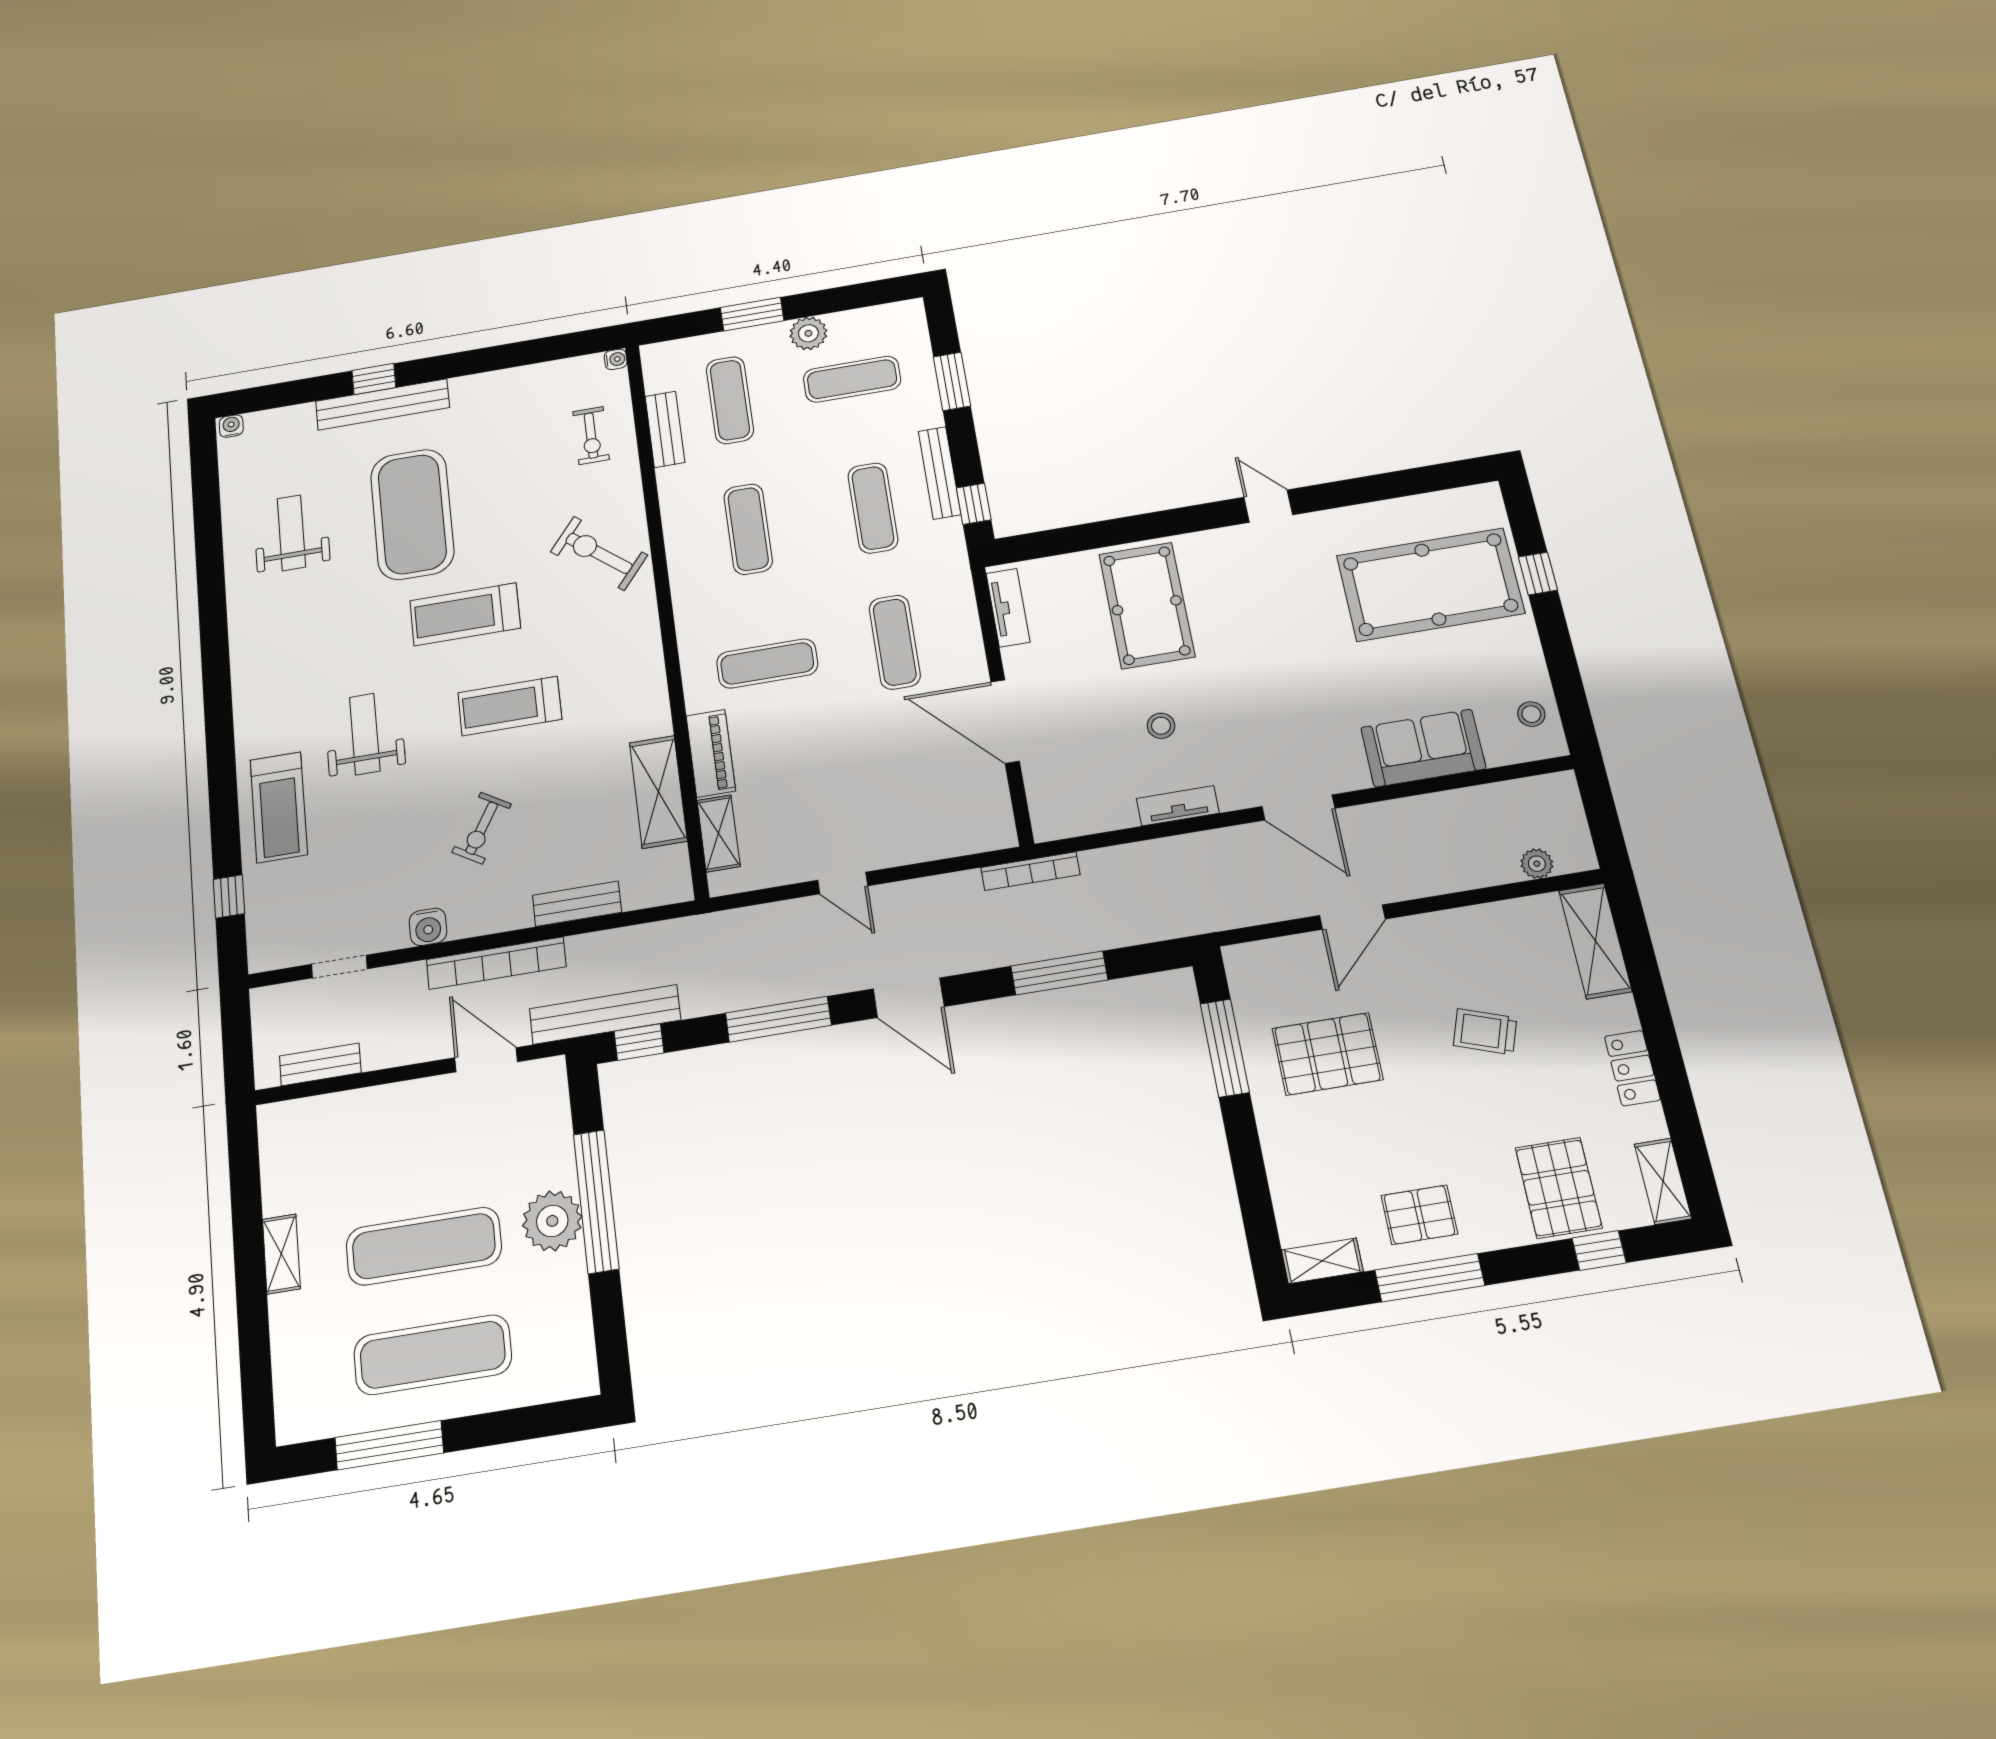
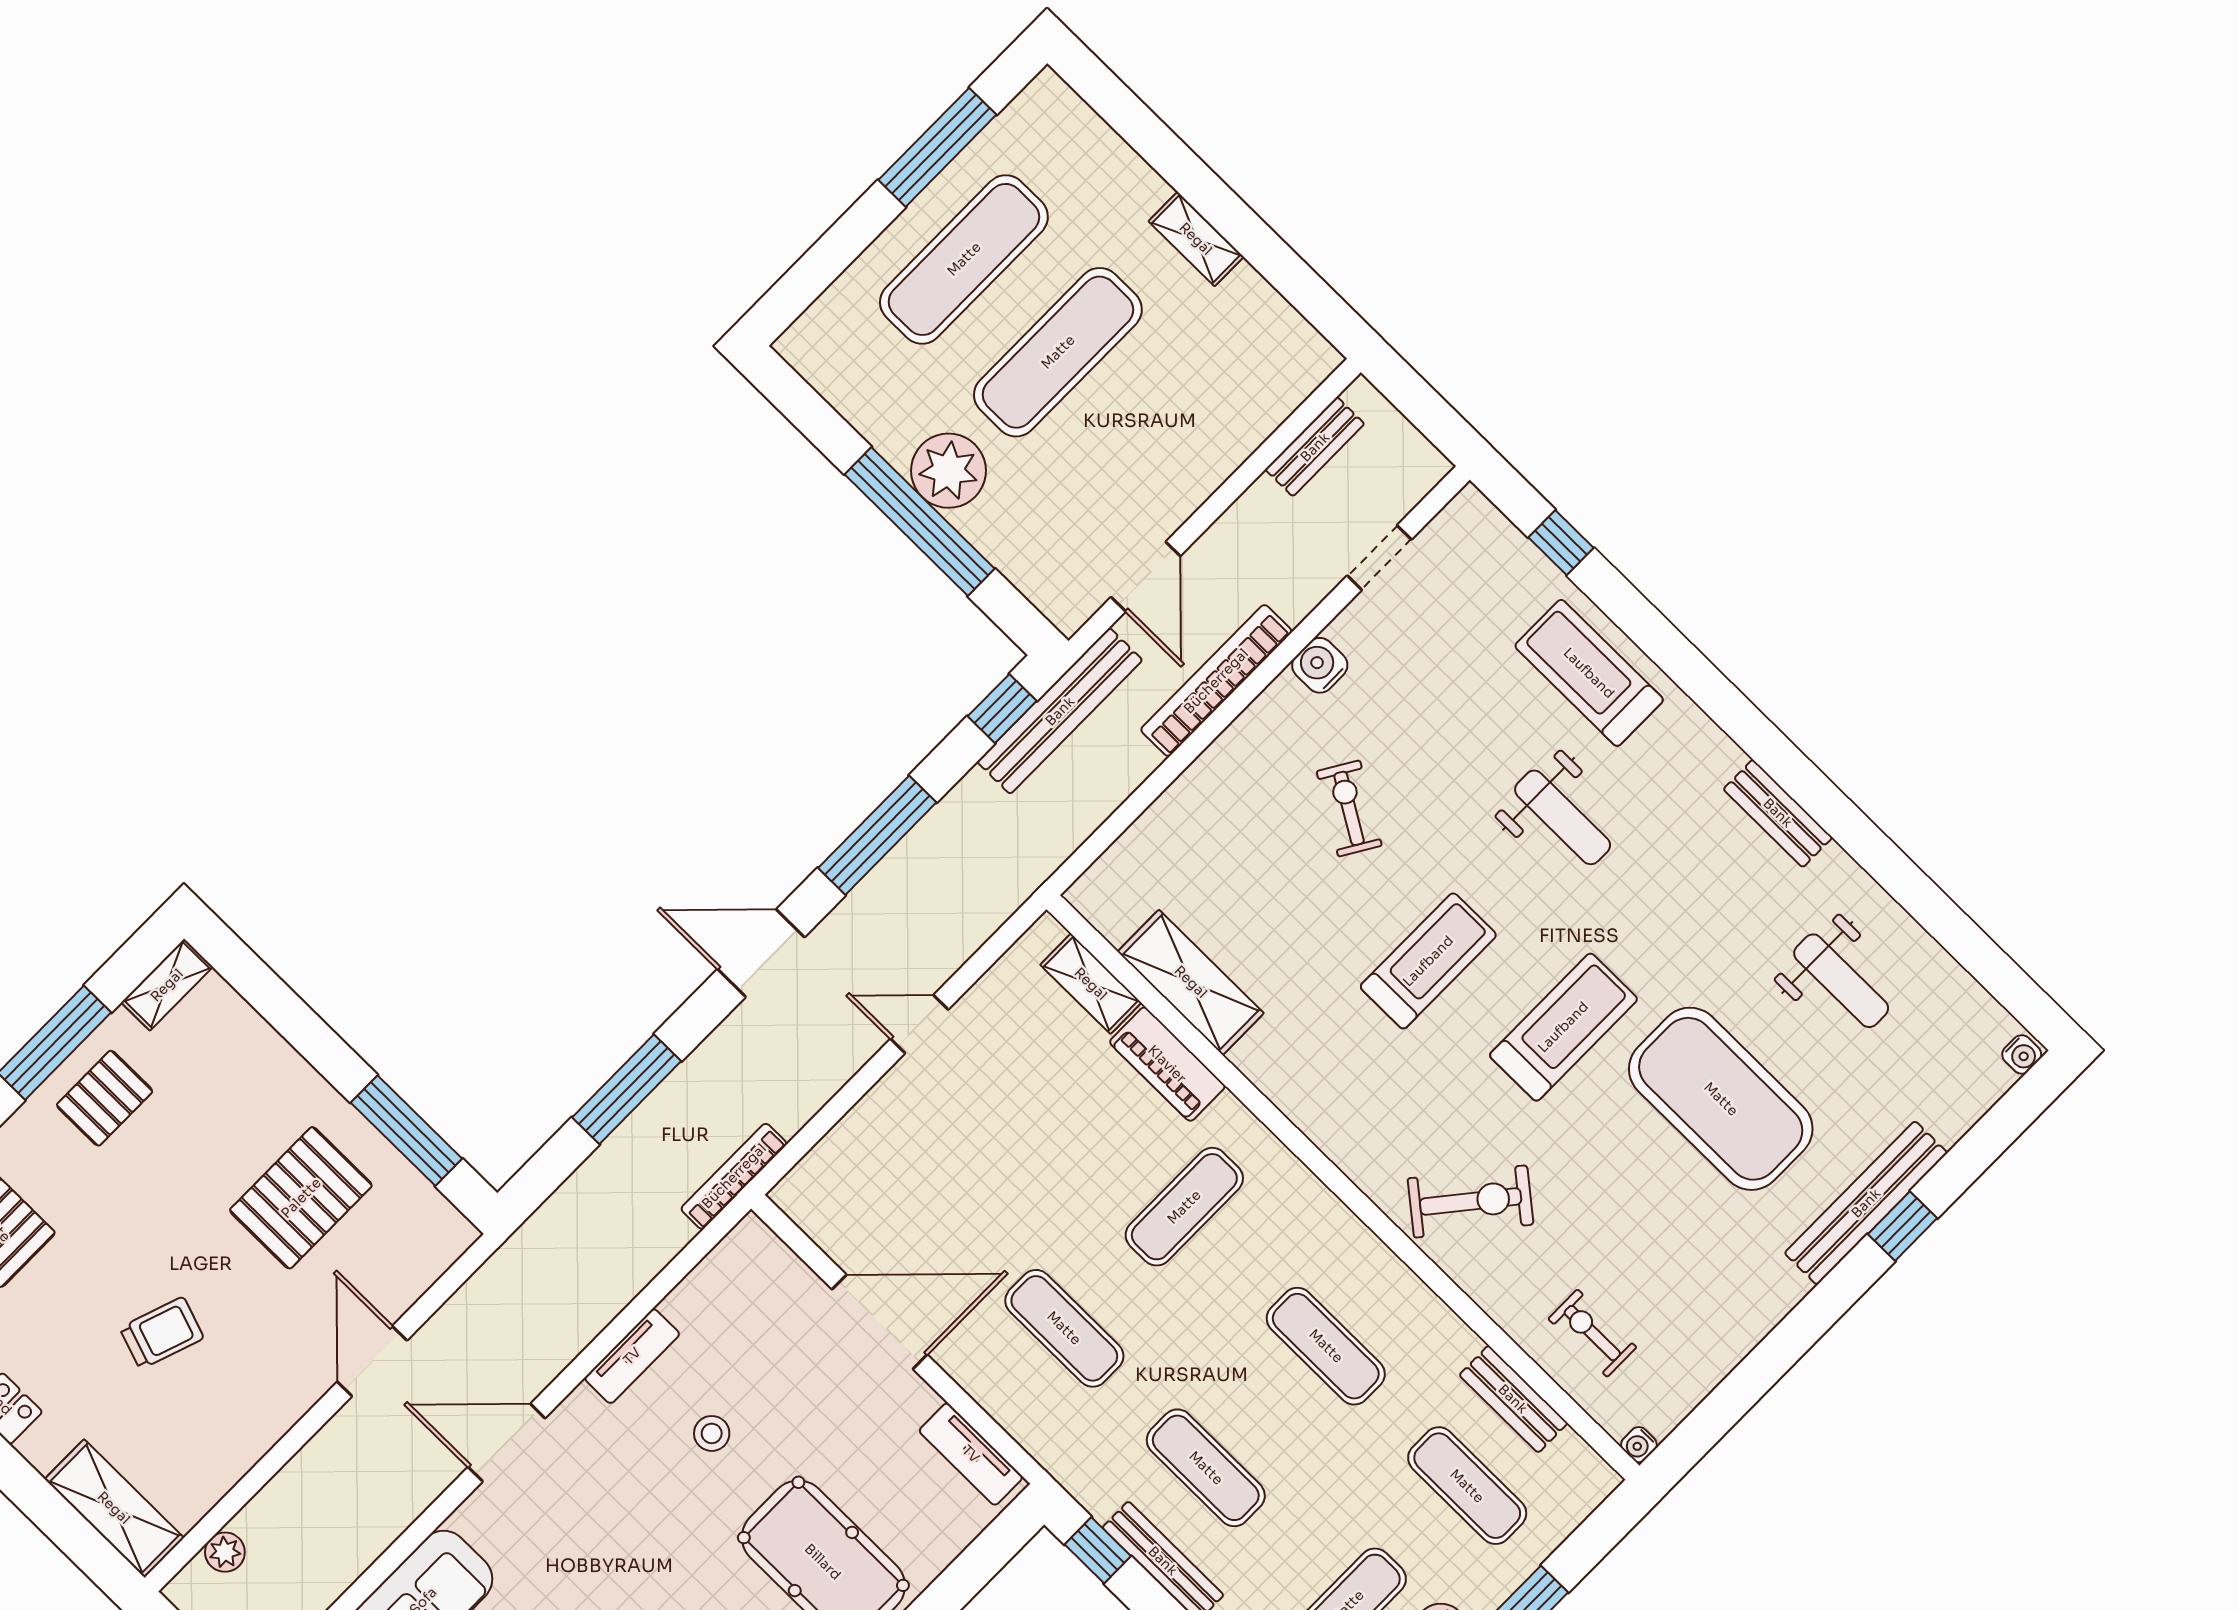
bench: (577, 904) -> (1778, 813), moved, turned 90
door: (486, 1060) -> (1146, 577), hinge flipped

